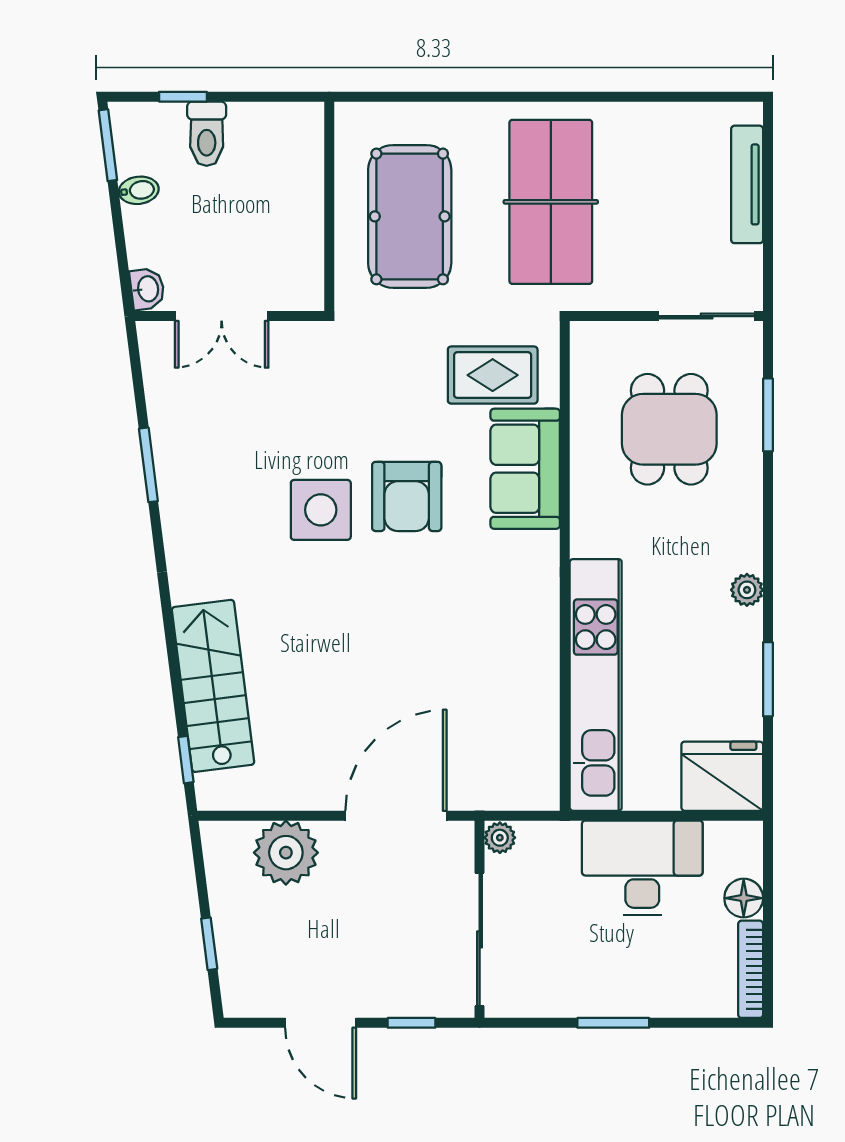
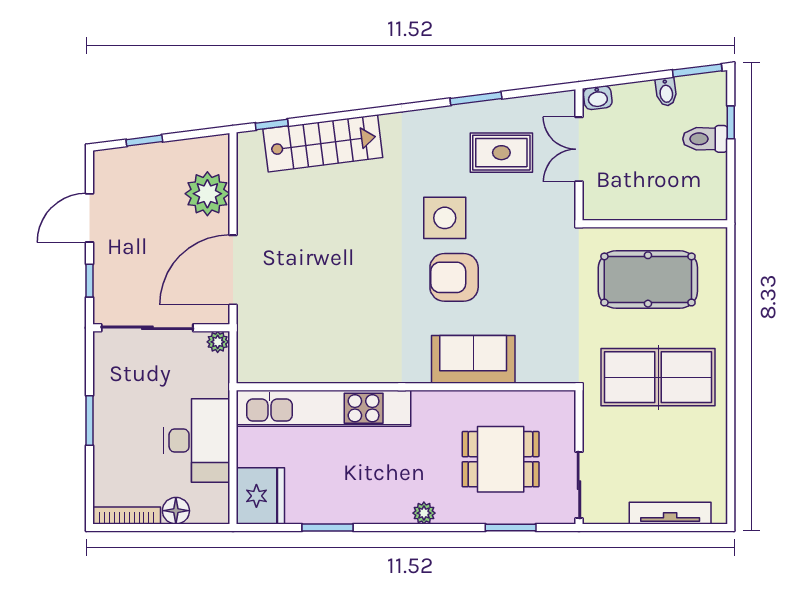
rug: (493, 375) -> (501, 153), moved, turned 90
plant: (747, 590) -> (424, 513), moved
door: (396, 816) -> (233, 270), swing flipped

